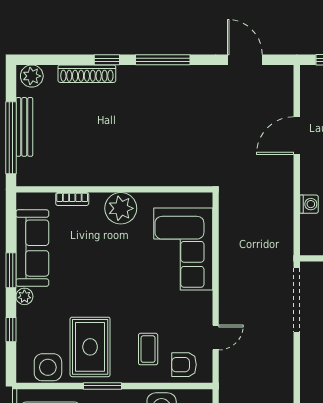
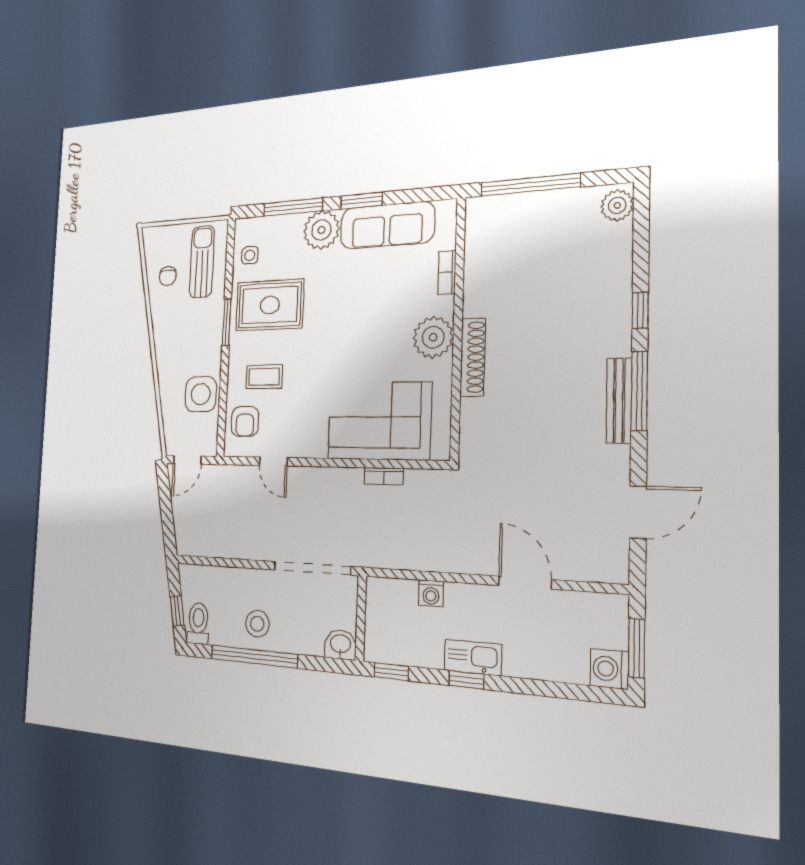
shoe rack: (87, 74) -> (473, 357), moved, turned 180
bench: (24, 127) -> (619, 401), moved, turned 90
bookcase: (225, 244) -> (384, 476), added
plant: (24, 296) -> (321, 230), width x1.87, depth x1.87
window: (11, 330) -> (293, 207), width x2.17
armchair: (184, 365) -> (245, 421), turned 180
side table: (48, 367) -> (250, 255), width x0.54, depth x0.54

